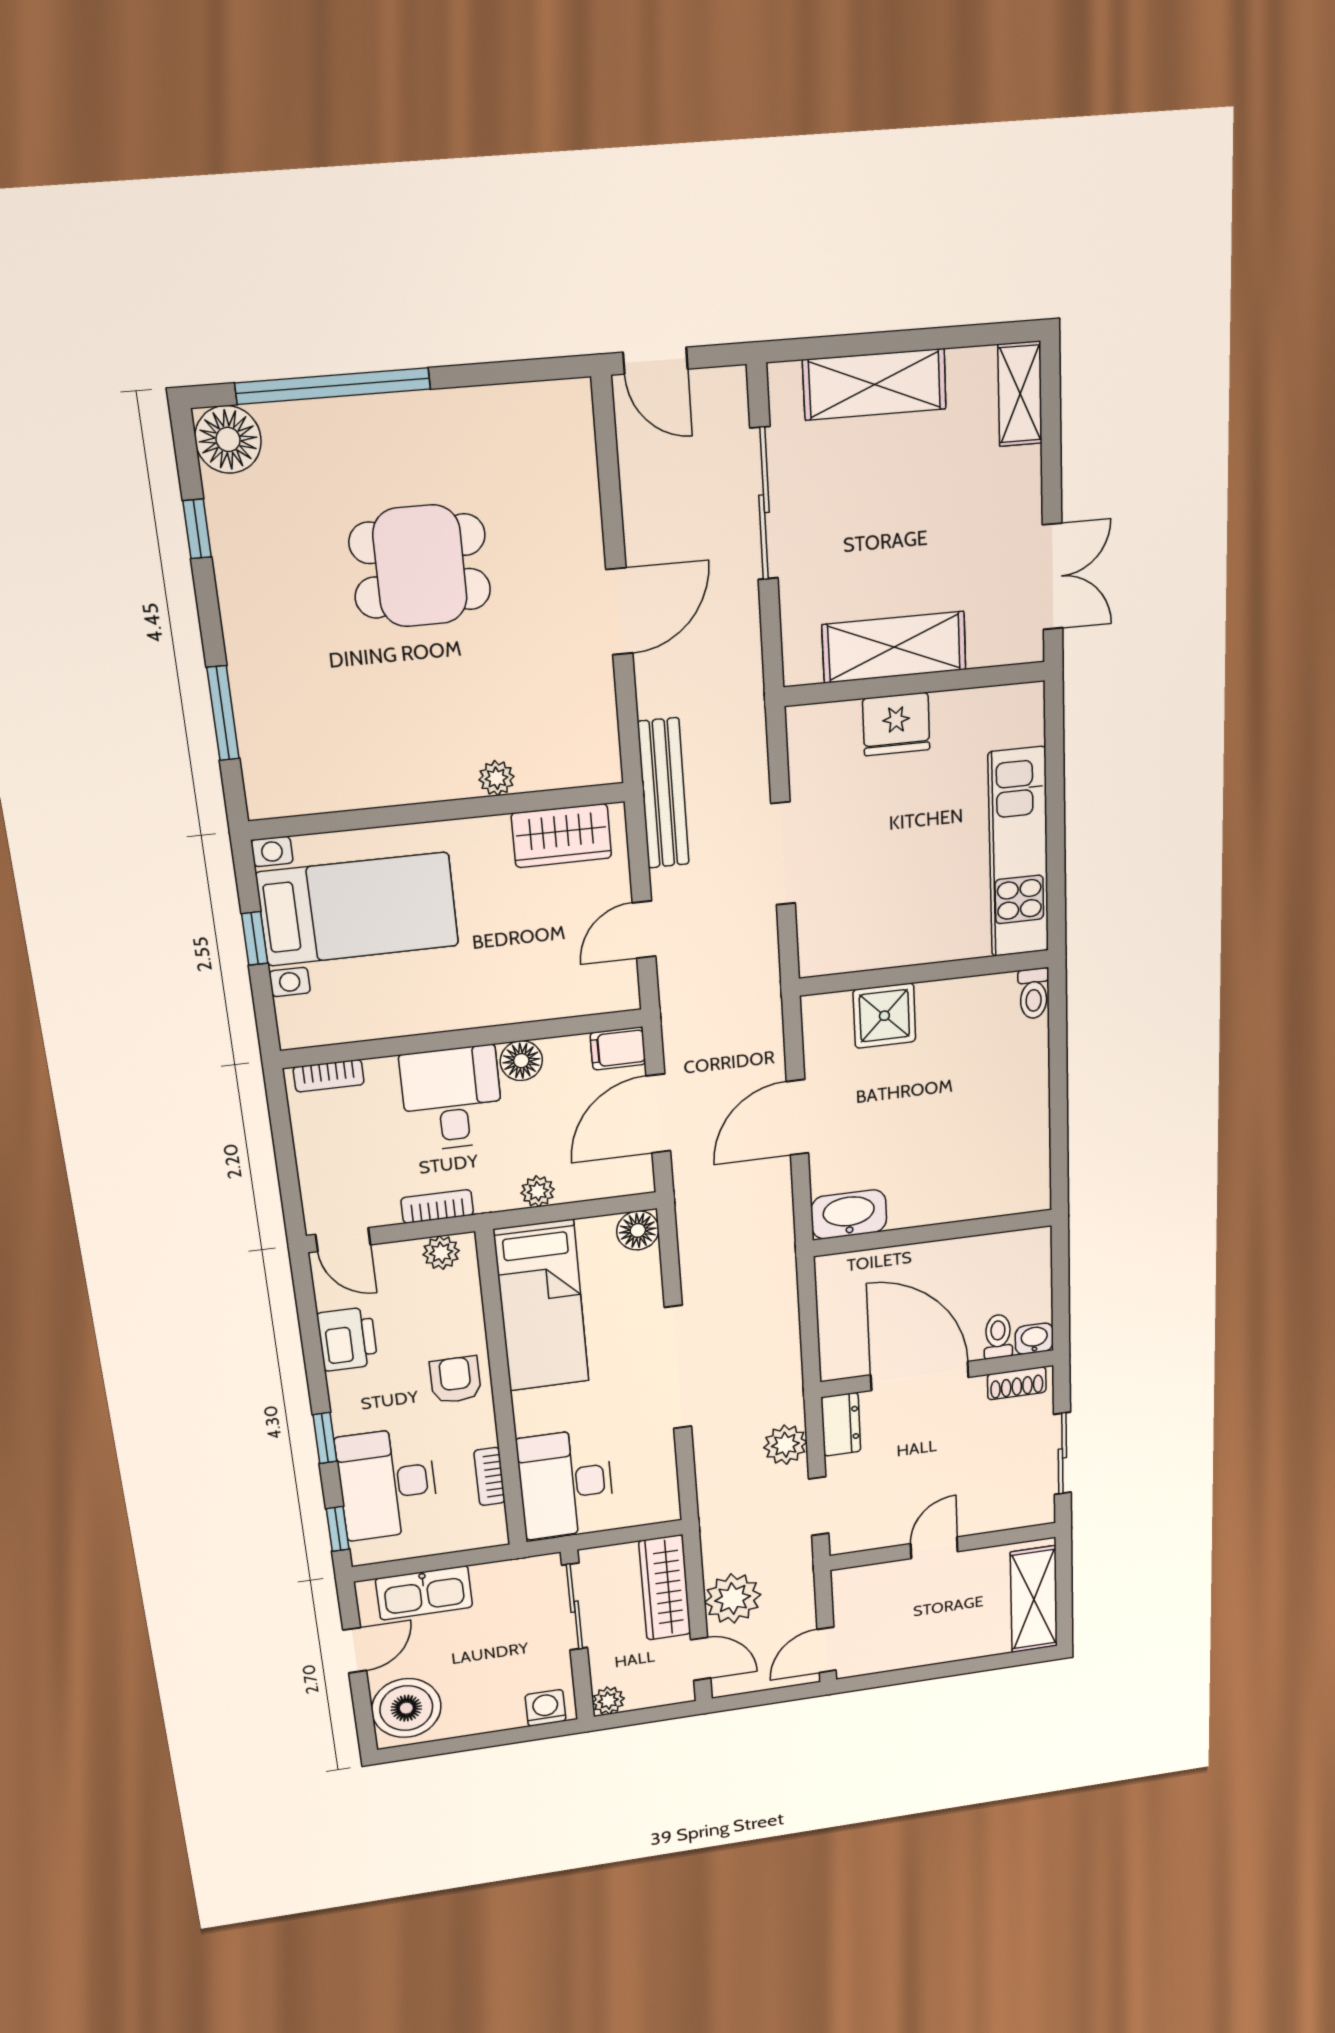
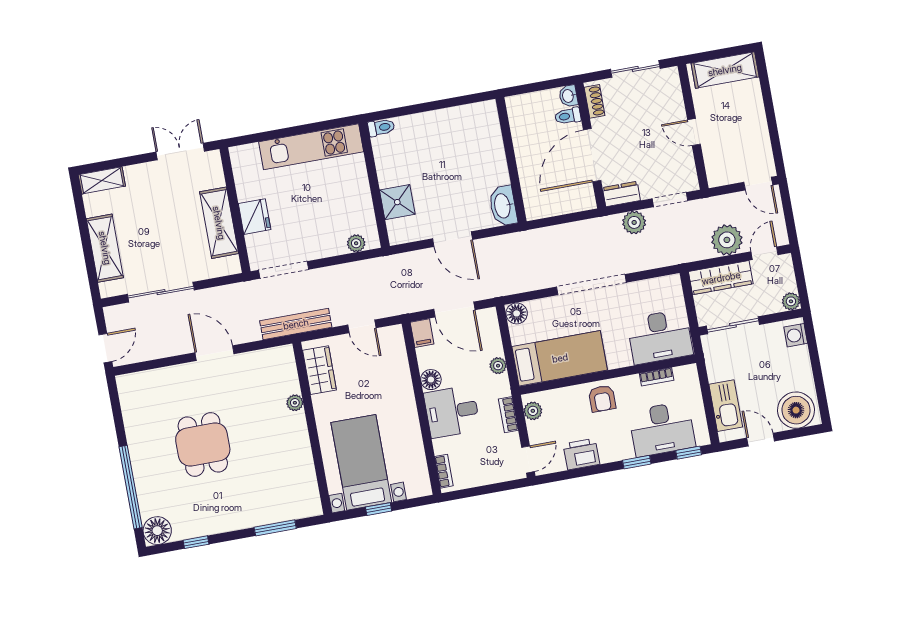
doorway: (783, 854) -> (284, 270), moved
plant: (814, 929) -> (356, 243), added
armchair: (455, 1380) -> (602, 399), turned -90

